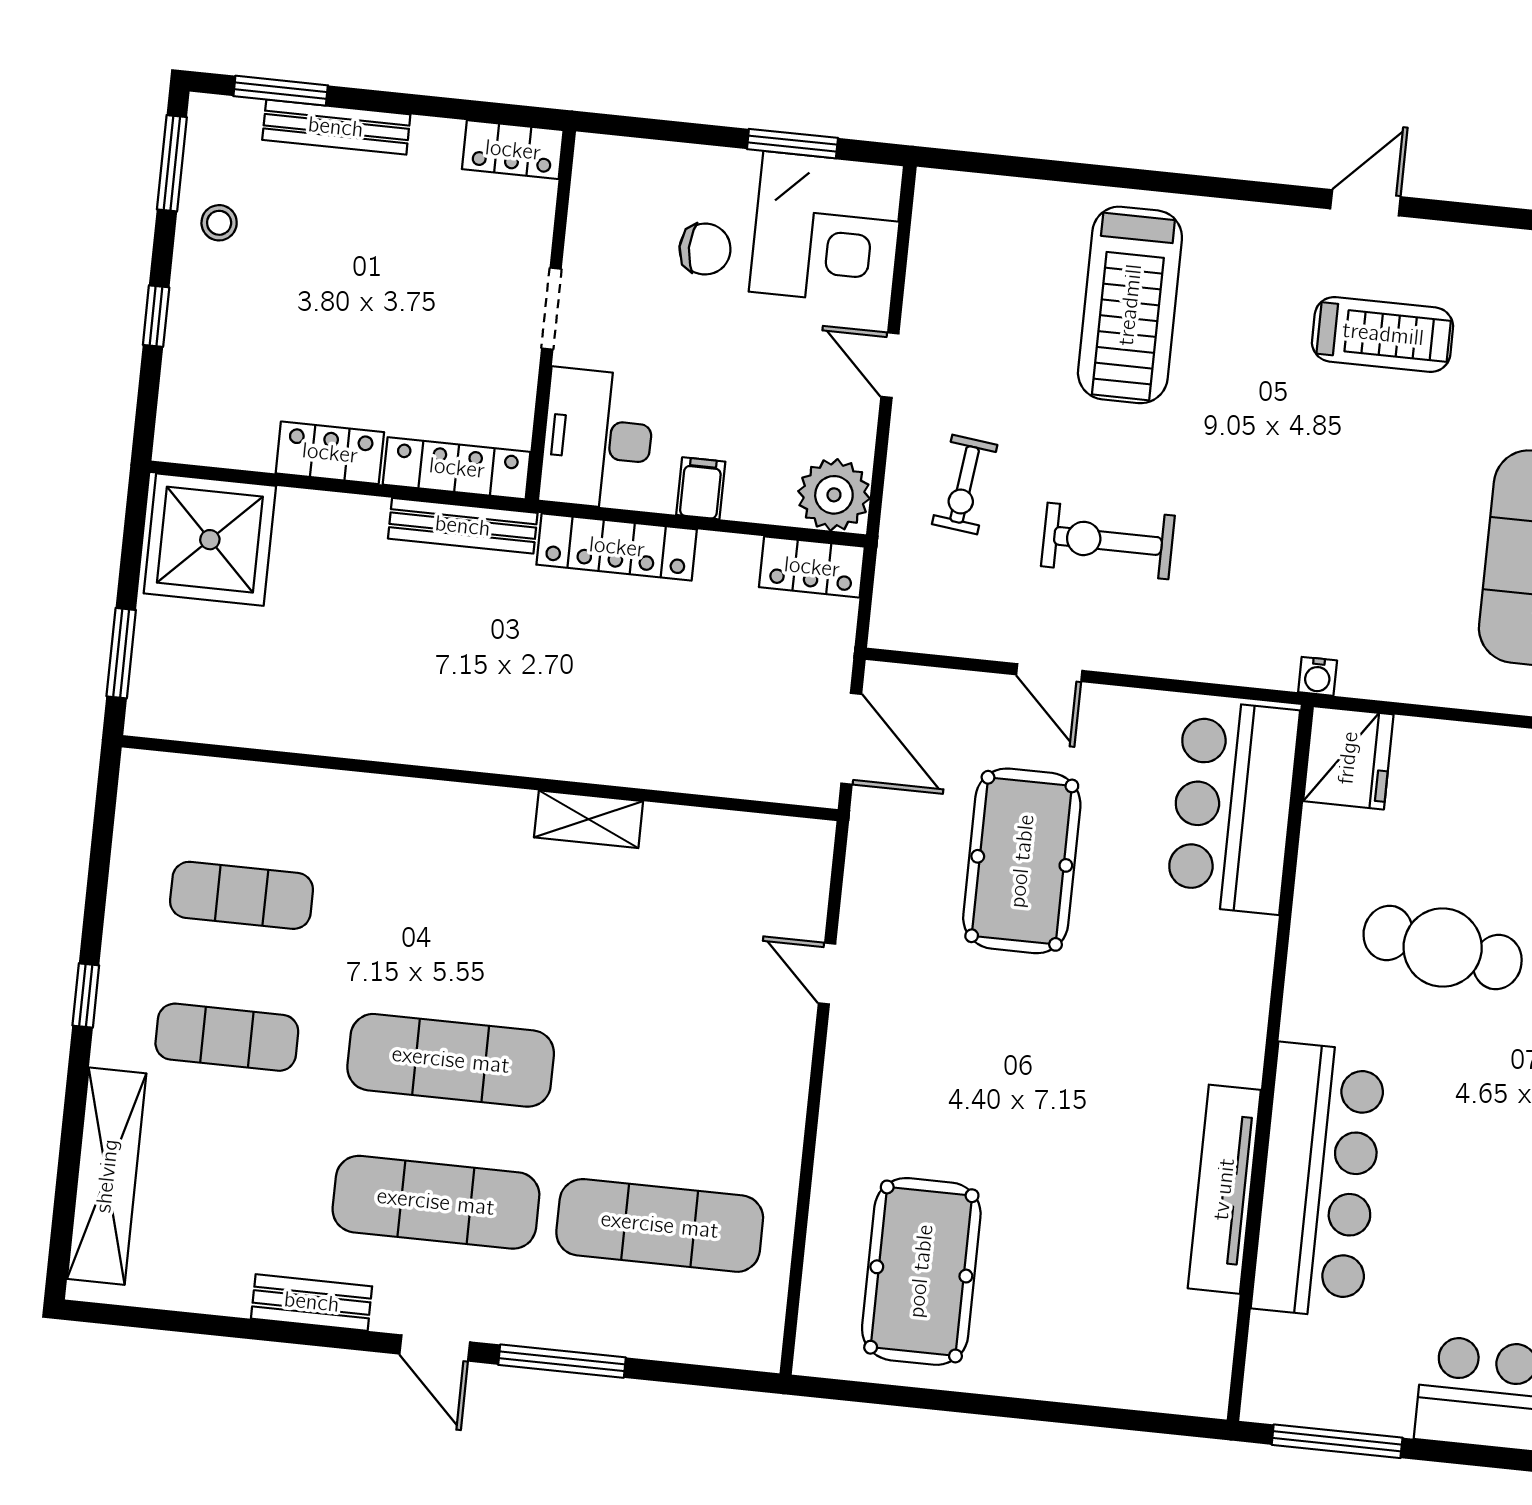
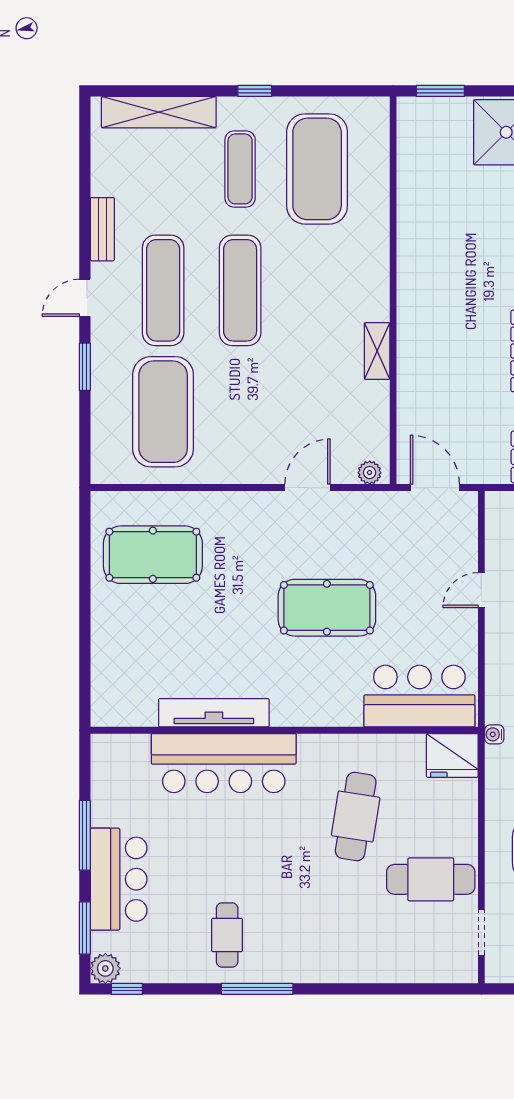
door: (851, 739) -> (435, 488), swing flipped
plant: (811, 856) -> (370, 473), added
pool table: (1022, 861) -> (327, 608), moved
exercise mat: (242, 895) -> (317, 169), width x2.00, depth x1.45
door: (827, 974) -> (308, 488), width x1.38
exercise mat: (660, 1225) -> (163, 412), width x1.47
window: (562, 1361) -> (85, 367), width x0.69
window: (1337, 1441) -> (85, 835), moved

